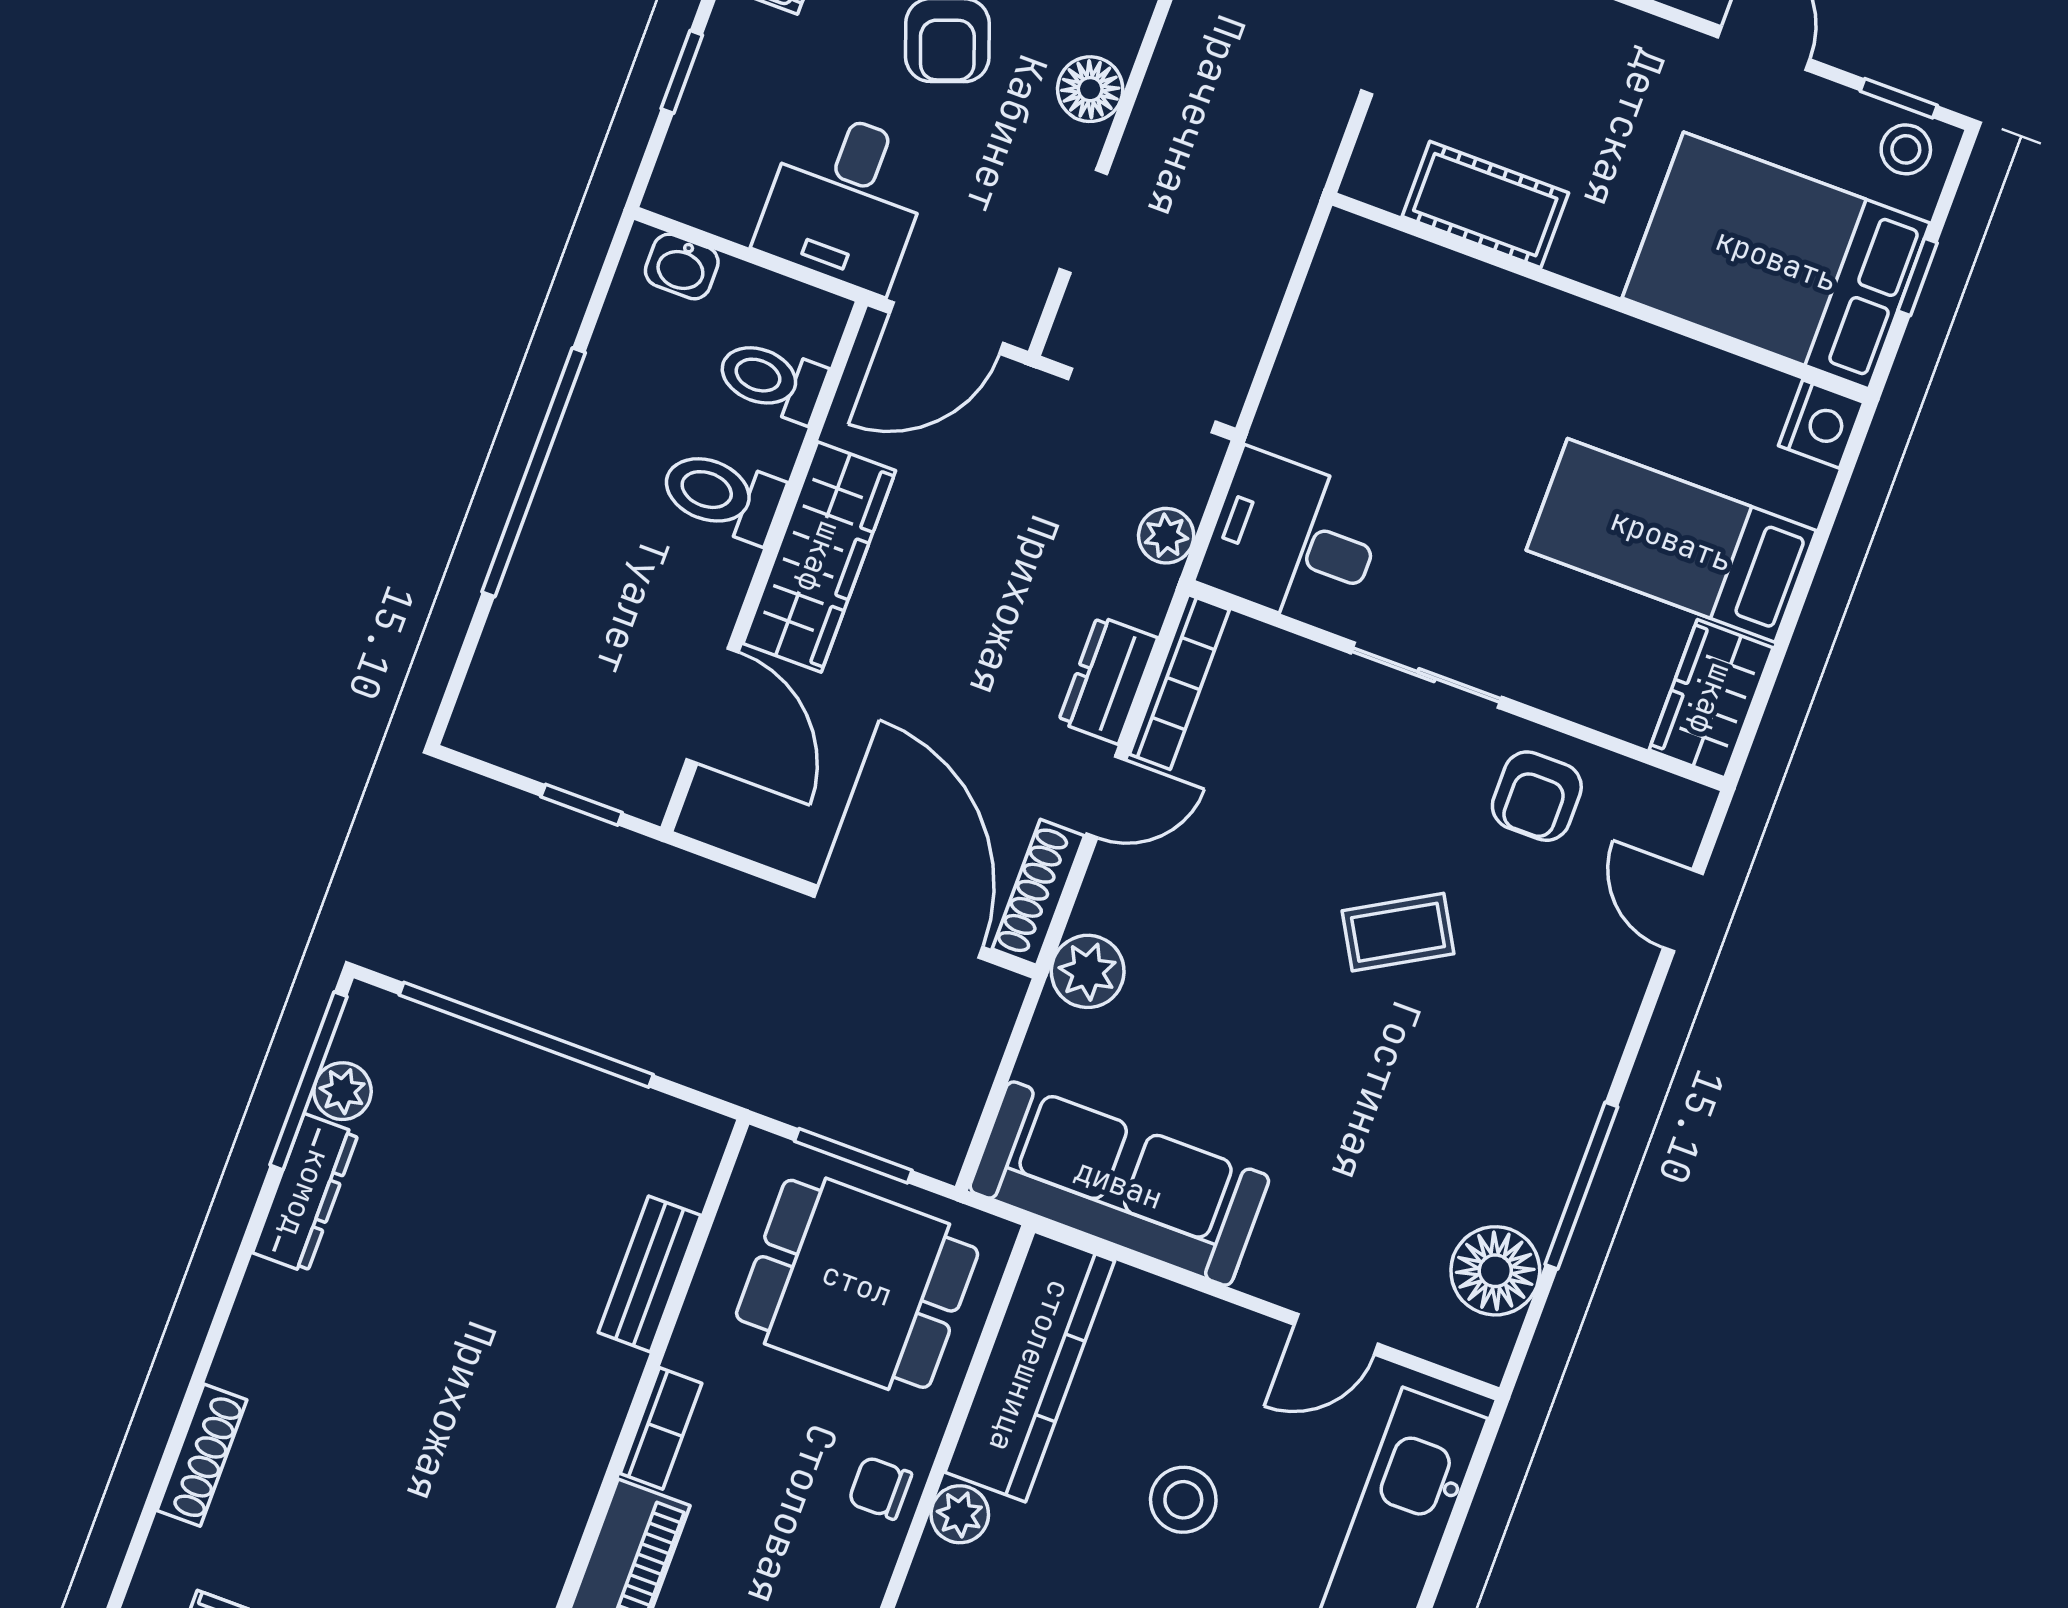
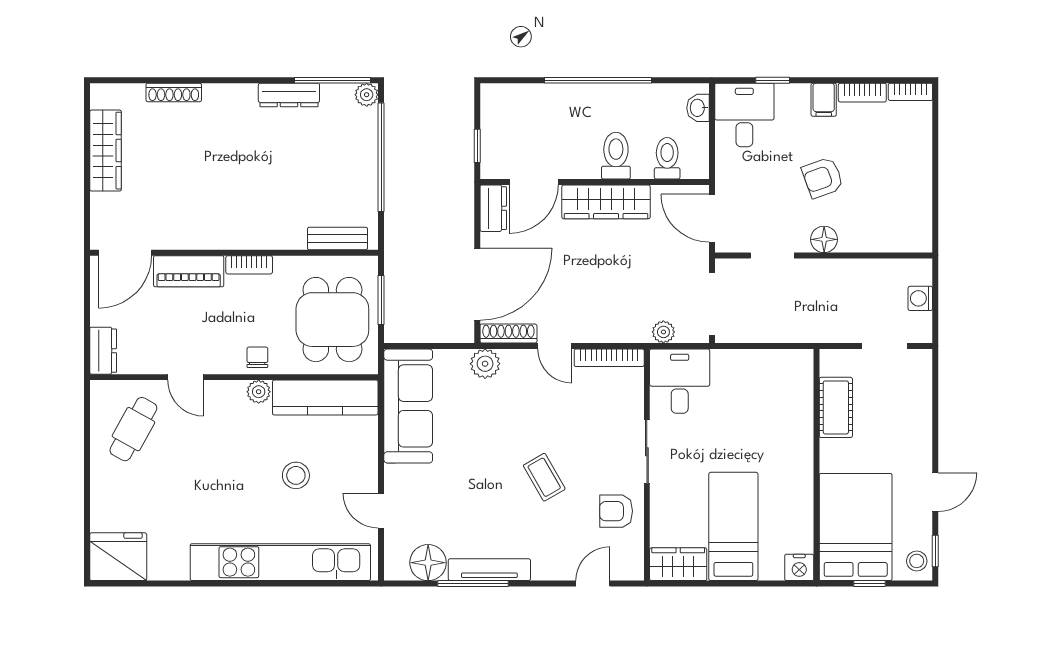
desk: (845, 200) -> (744, 115), moved, turned 90
dresser: (1108, 680) -> (493, 208), moved, turned 90
plant: (343, 1091) -> (367, 95), moved
tv unit: (1563, 1136) -> (489, 570), added
bench: (650, 1274) -> (338, 238), moved

